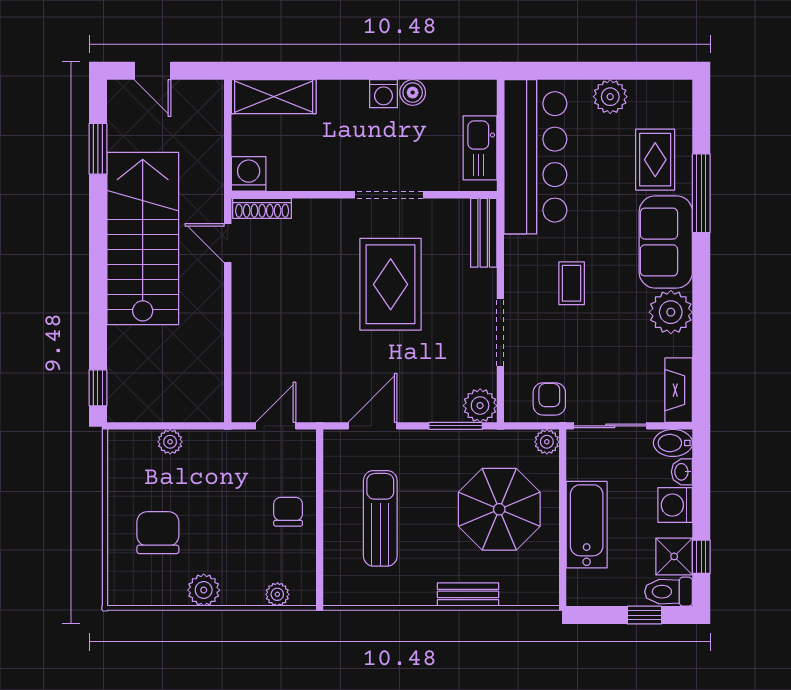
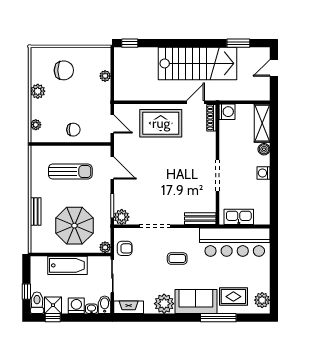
boiler: (413, 93) -> (264, 149), moved
plant: (610, 97) -> (262, 300), moved
rug: (391, 284) -> (161, 123), moved

